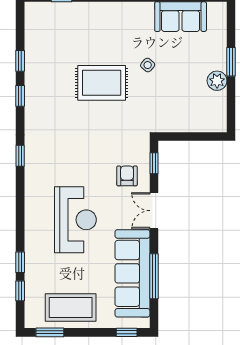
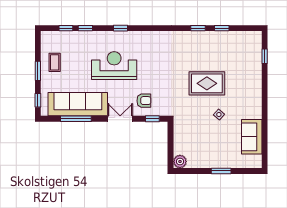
plant: (217, 81) -> (180, 162), moved
rug: (102, 83) -> (207, 83), turned 90
window: (20, 156) -> (120, 28), moved
reception desk: (75, 220) -> (114, 66), turned 180
coffee table: (71, 308) -> (55, 62), width x0.54, depth x0.58
window: (50, 332) -> (38, 71), moved

